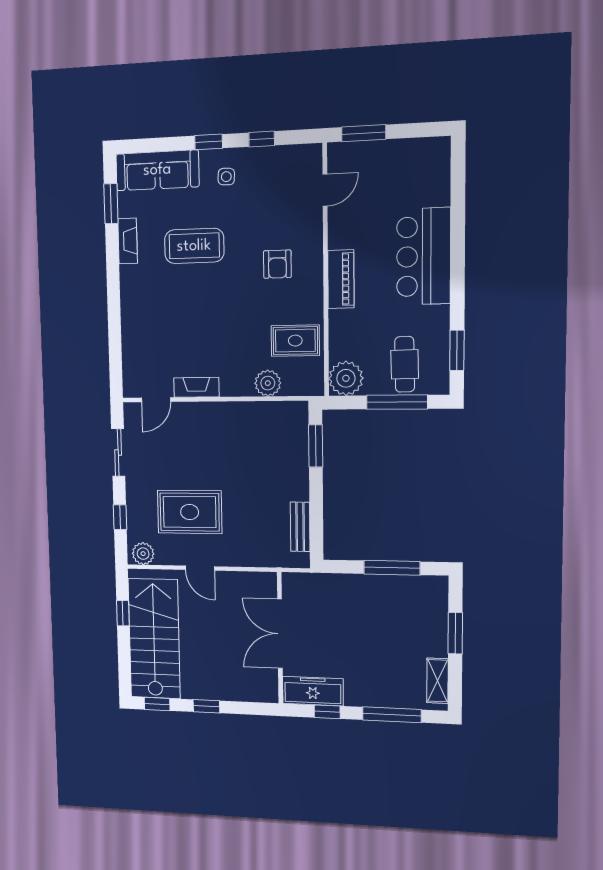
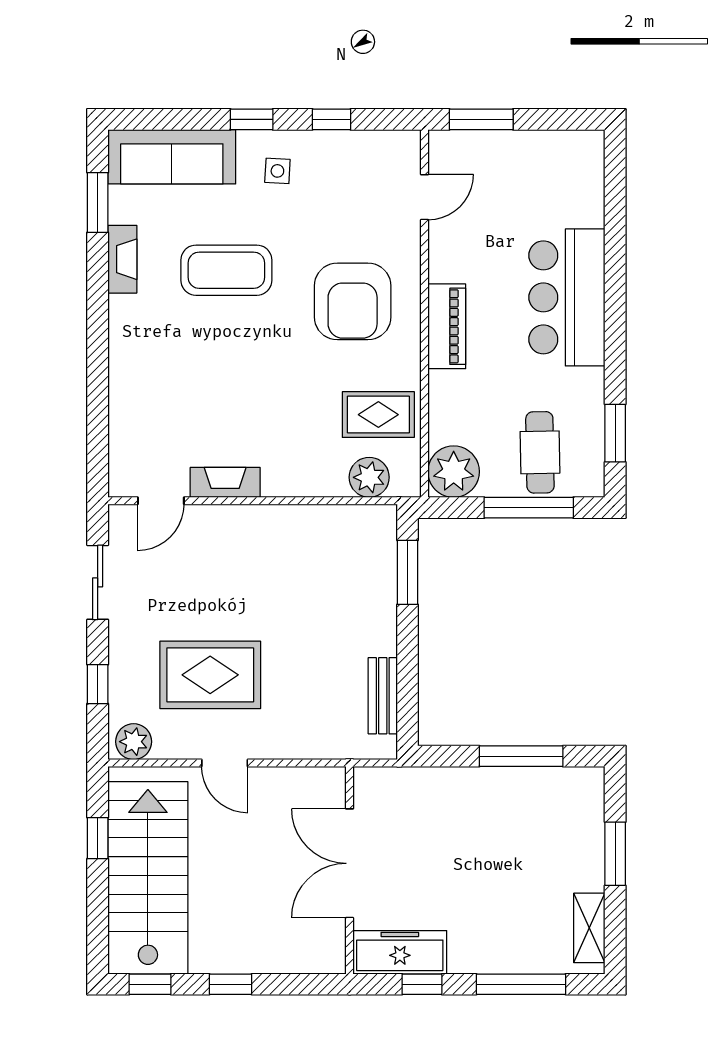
armchair: (277, 264) -> (353, 301), width x1.88, depth x1.88
plant: (268, 383) -> (369, 477), moved

